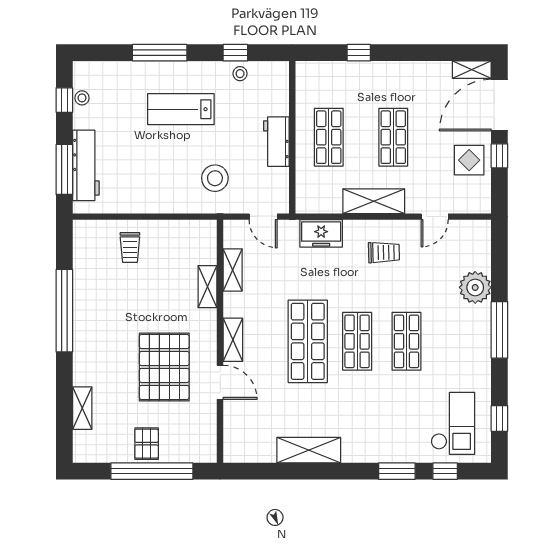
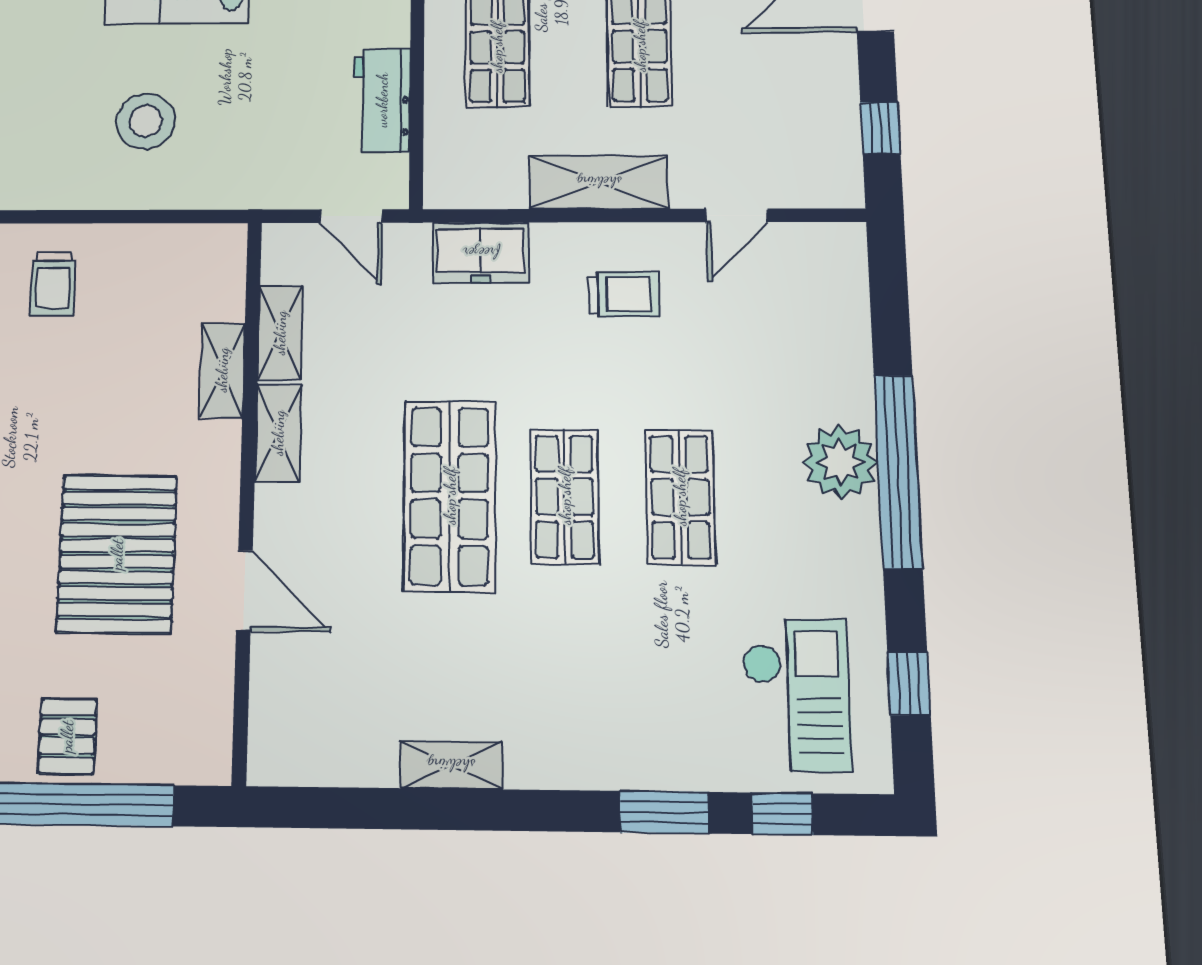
workbench: (276, 142) -> (382, 100), moved
window: (499, 156) -> (880, 128), moved
display table: (469, 160) -> (810, 94), removed
stool: (215, 178) -> (145, 121), moved
plant: (475, 287) -> (840, 462), moved
window: (499, 330) -> (898, 471), width x1.46
shelving: (233, 340) -> (278, 433), moved
shelving: (309, 450) -> (451, 765), width x0.67, depth x0.75

